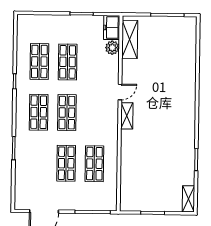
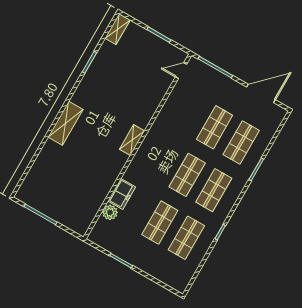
freezer: (112, 28) -> (122, 194), moved
shelving: (130, 39) -> (66, 123), moved
door: (120, 92) -> (181, 71), moved
shop shelf: (94, 164) -> (241, 142), moved

